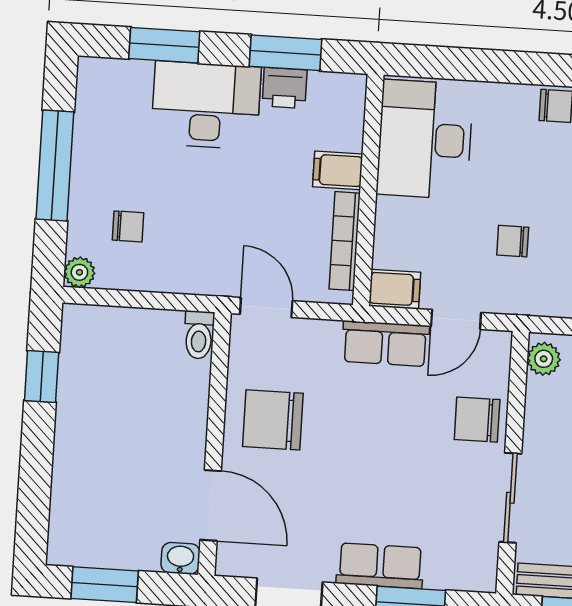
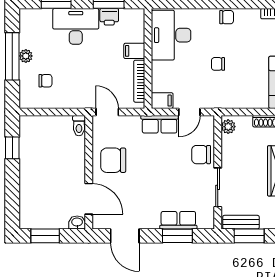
chair: (513, 241) -> (218, 64), moved
plant: (79, 272) -> (26, 56), moved
row of seats: (380, 566) -> (178, 220), moved

